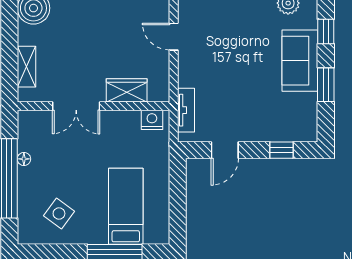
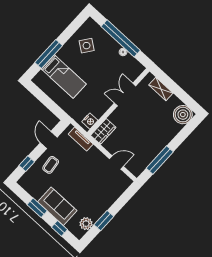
wardrobe: (127, 90) -> (103, 131), moved
coffee table: (255, 118) -> (51, 165), added

